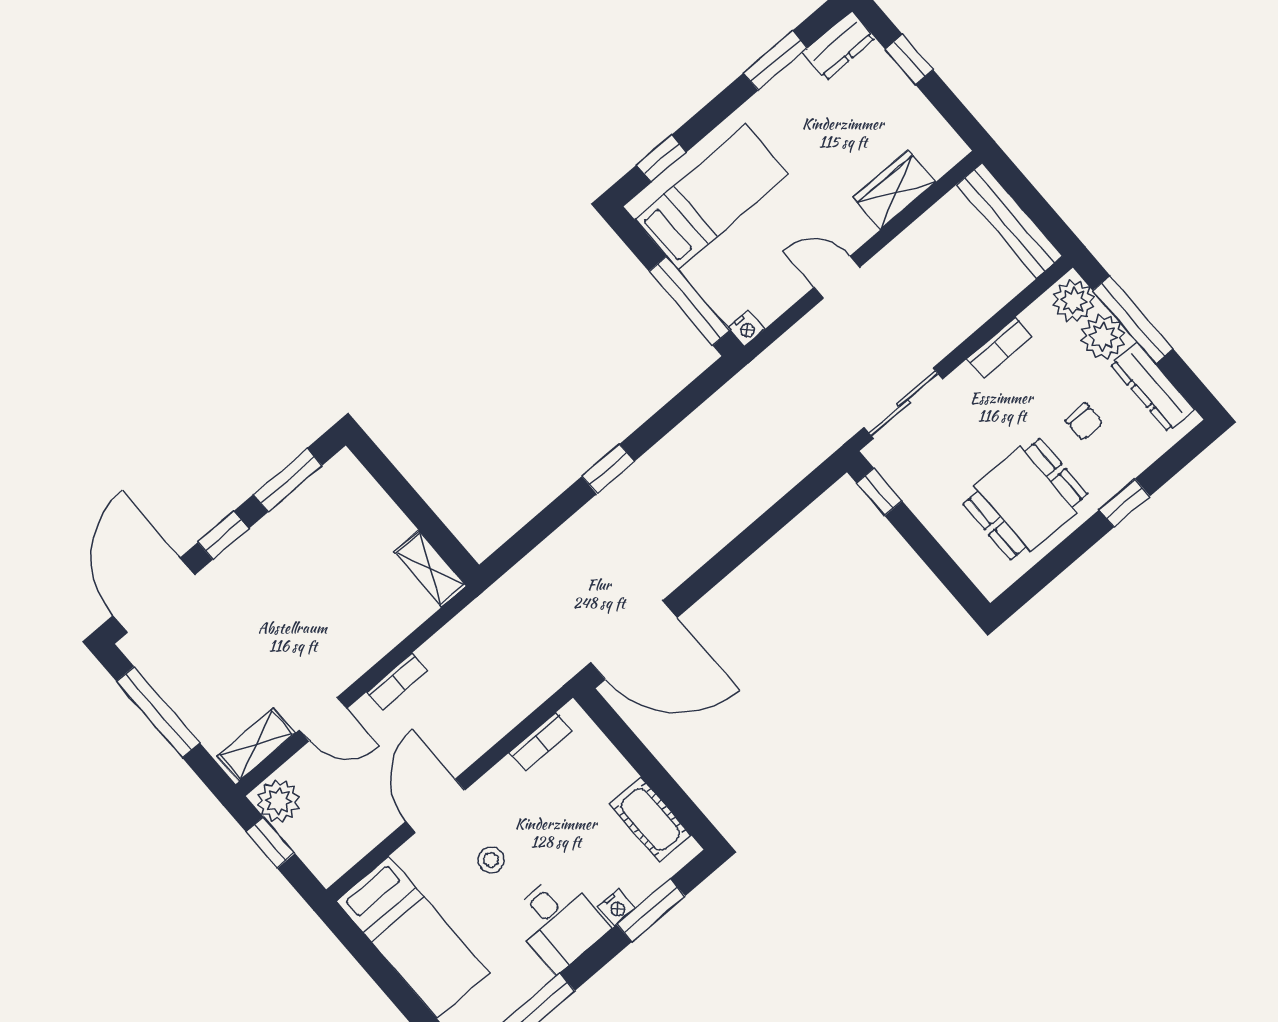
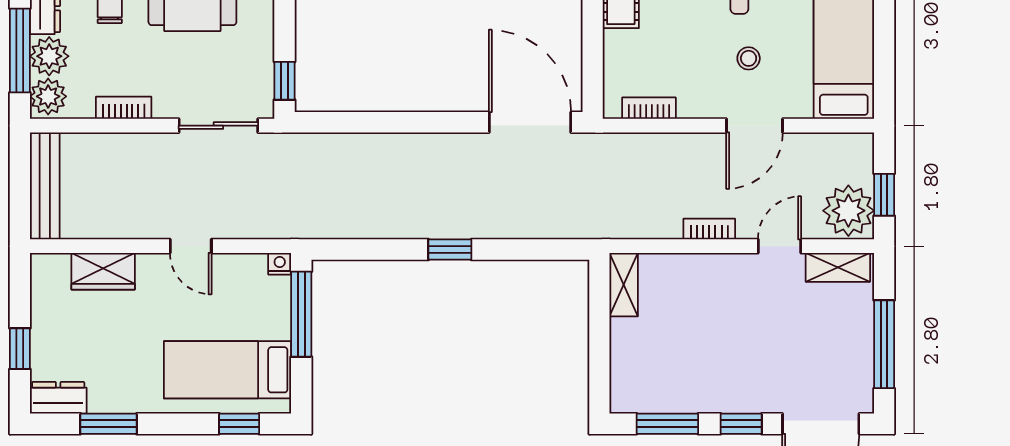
door: (323, 719) -> (779, 246), hinge flipped
plant: (278, 801) -> (848, 211), width x1.36, depth x1.36

